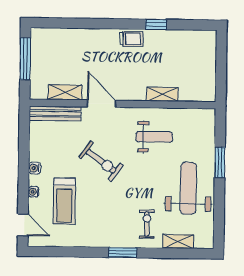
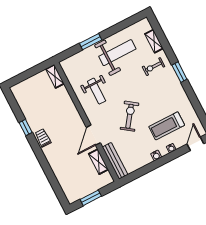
window: (25, 59) -> (91, 198), width x0.69
shelving: (162, 94) -> (55, 76), moved
weight bench: (154, 137) -> (97, 91), turned 180
weight bench: (188, 188) -> (117, 53), turned 180
treadmill: (64, 201) -> (167, 126), turned 180

